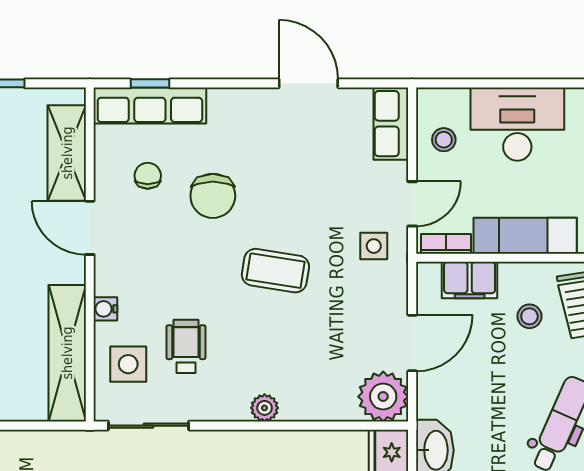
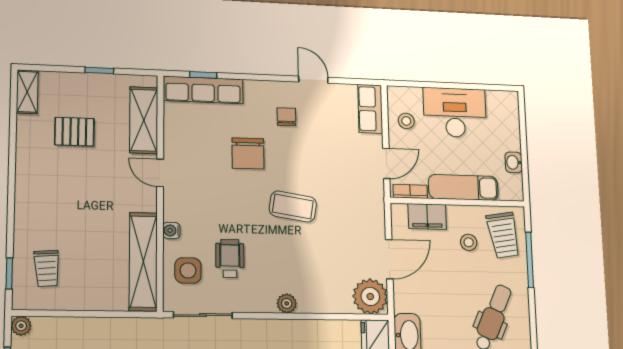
door: (308, 83) -> (313, 80), width x0.73
chair: (148, 176) -> (286, 117), moved
door: (90, 228) -> (160, 173), width x0.73
side table: (374, 246) -> (361, 191), removed

